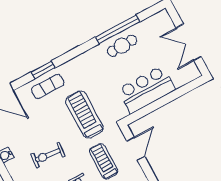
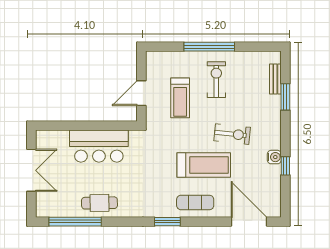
window: (118, 29) -> (75, 222), moved
window: (43, 70) -> (167, 222), moved
treadmill: (84, 114) -> (204, 165), moved, turned -90

